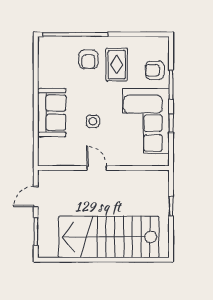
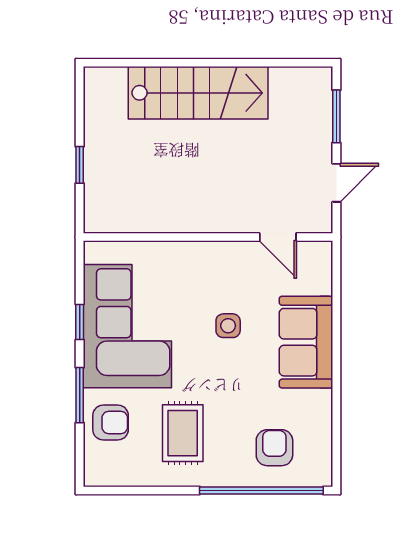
armchair: (88, 59) -> (274, 448), moved
door: (97, 168) -> (278, 237), moved
stairs: (109, 237) -> (198, 93), width x0.73, depth x0.66

